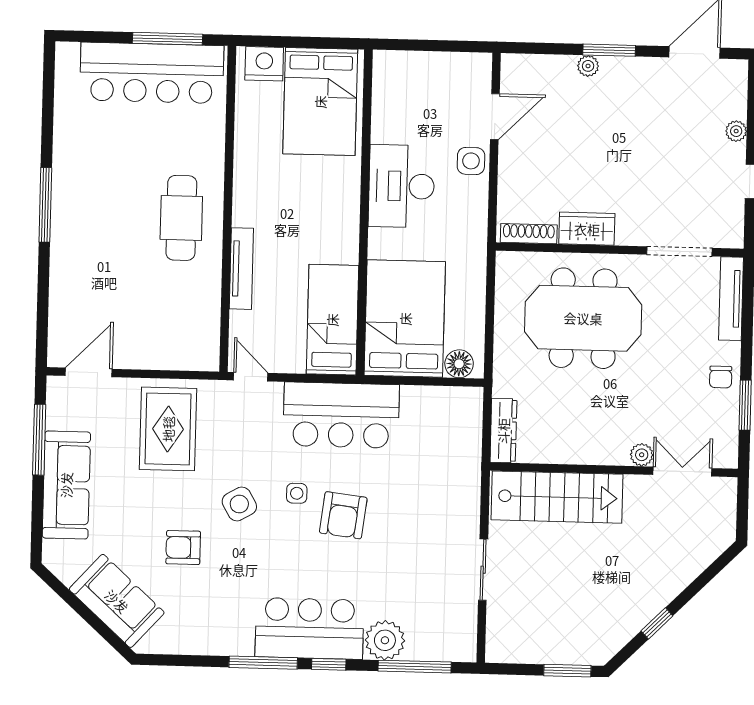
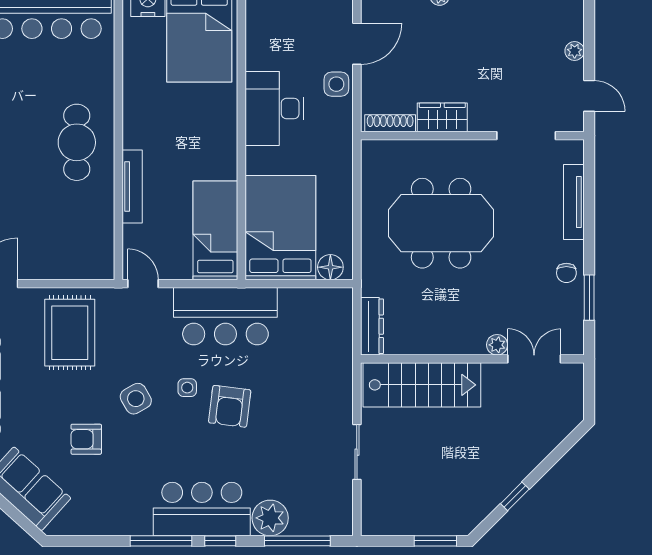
wardrobe: (587, 229) -> (442, 117), moved
shoe rack: (529, 234) -> (390, 123), moved
wall: (620, 250) -> (472, 136), moved
doorway: (679, 251) -> (526, 136), moved

